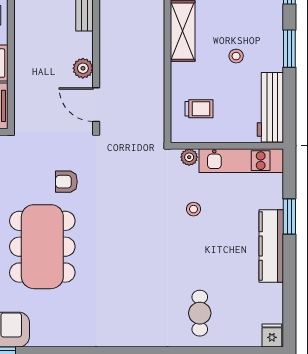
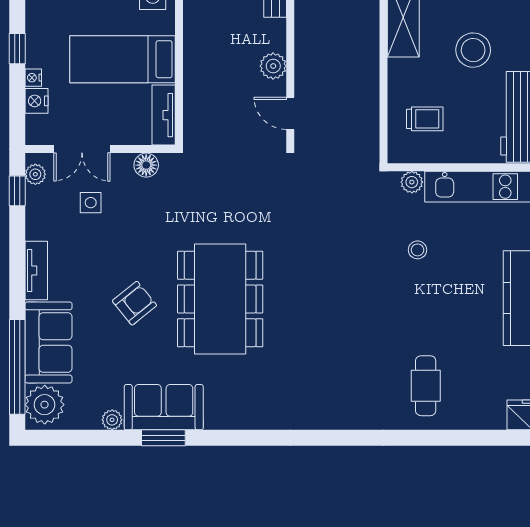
stool: (236, 56) -> (473, 50), width x1.89, depth x1.89
door: (96, 105) -> (290, 113), width x0.73
armchair: (66, 182) -> (252, 214), removed

